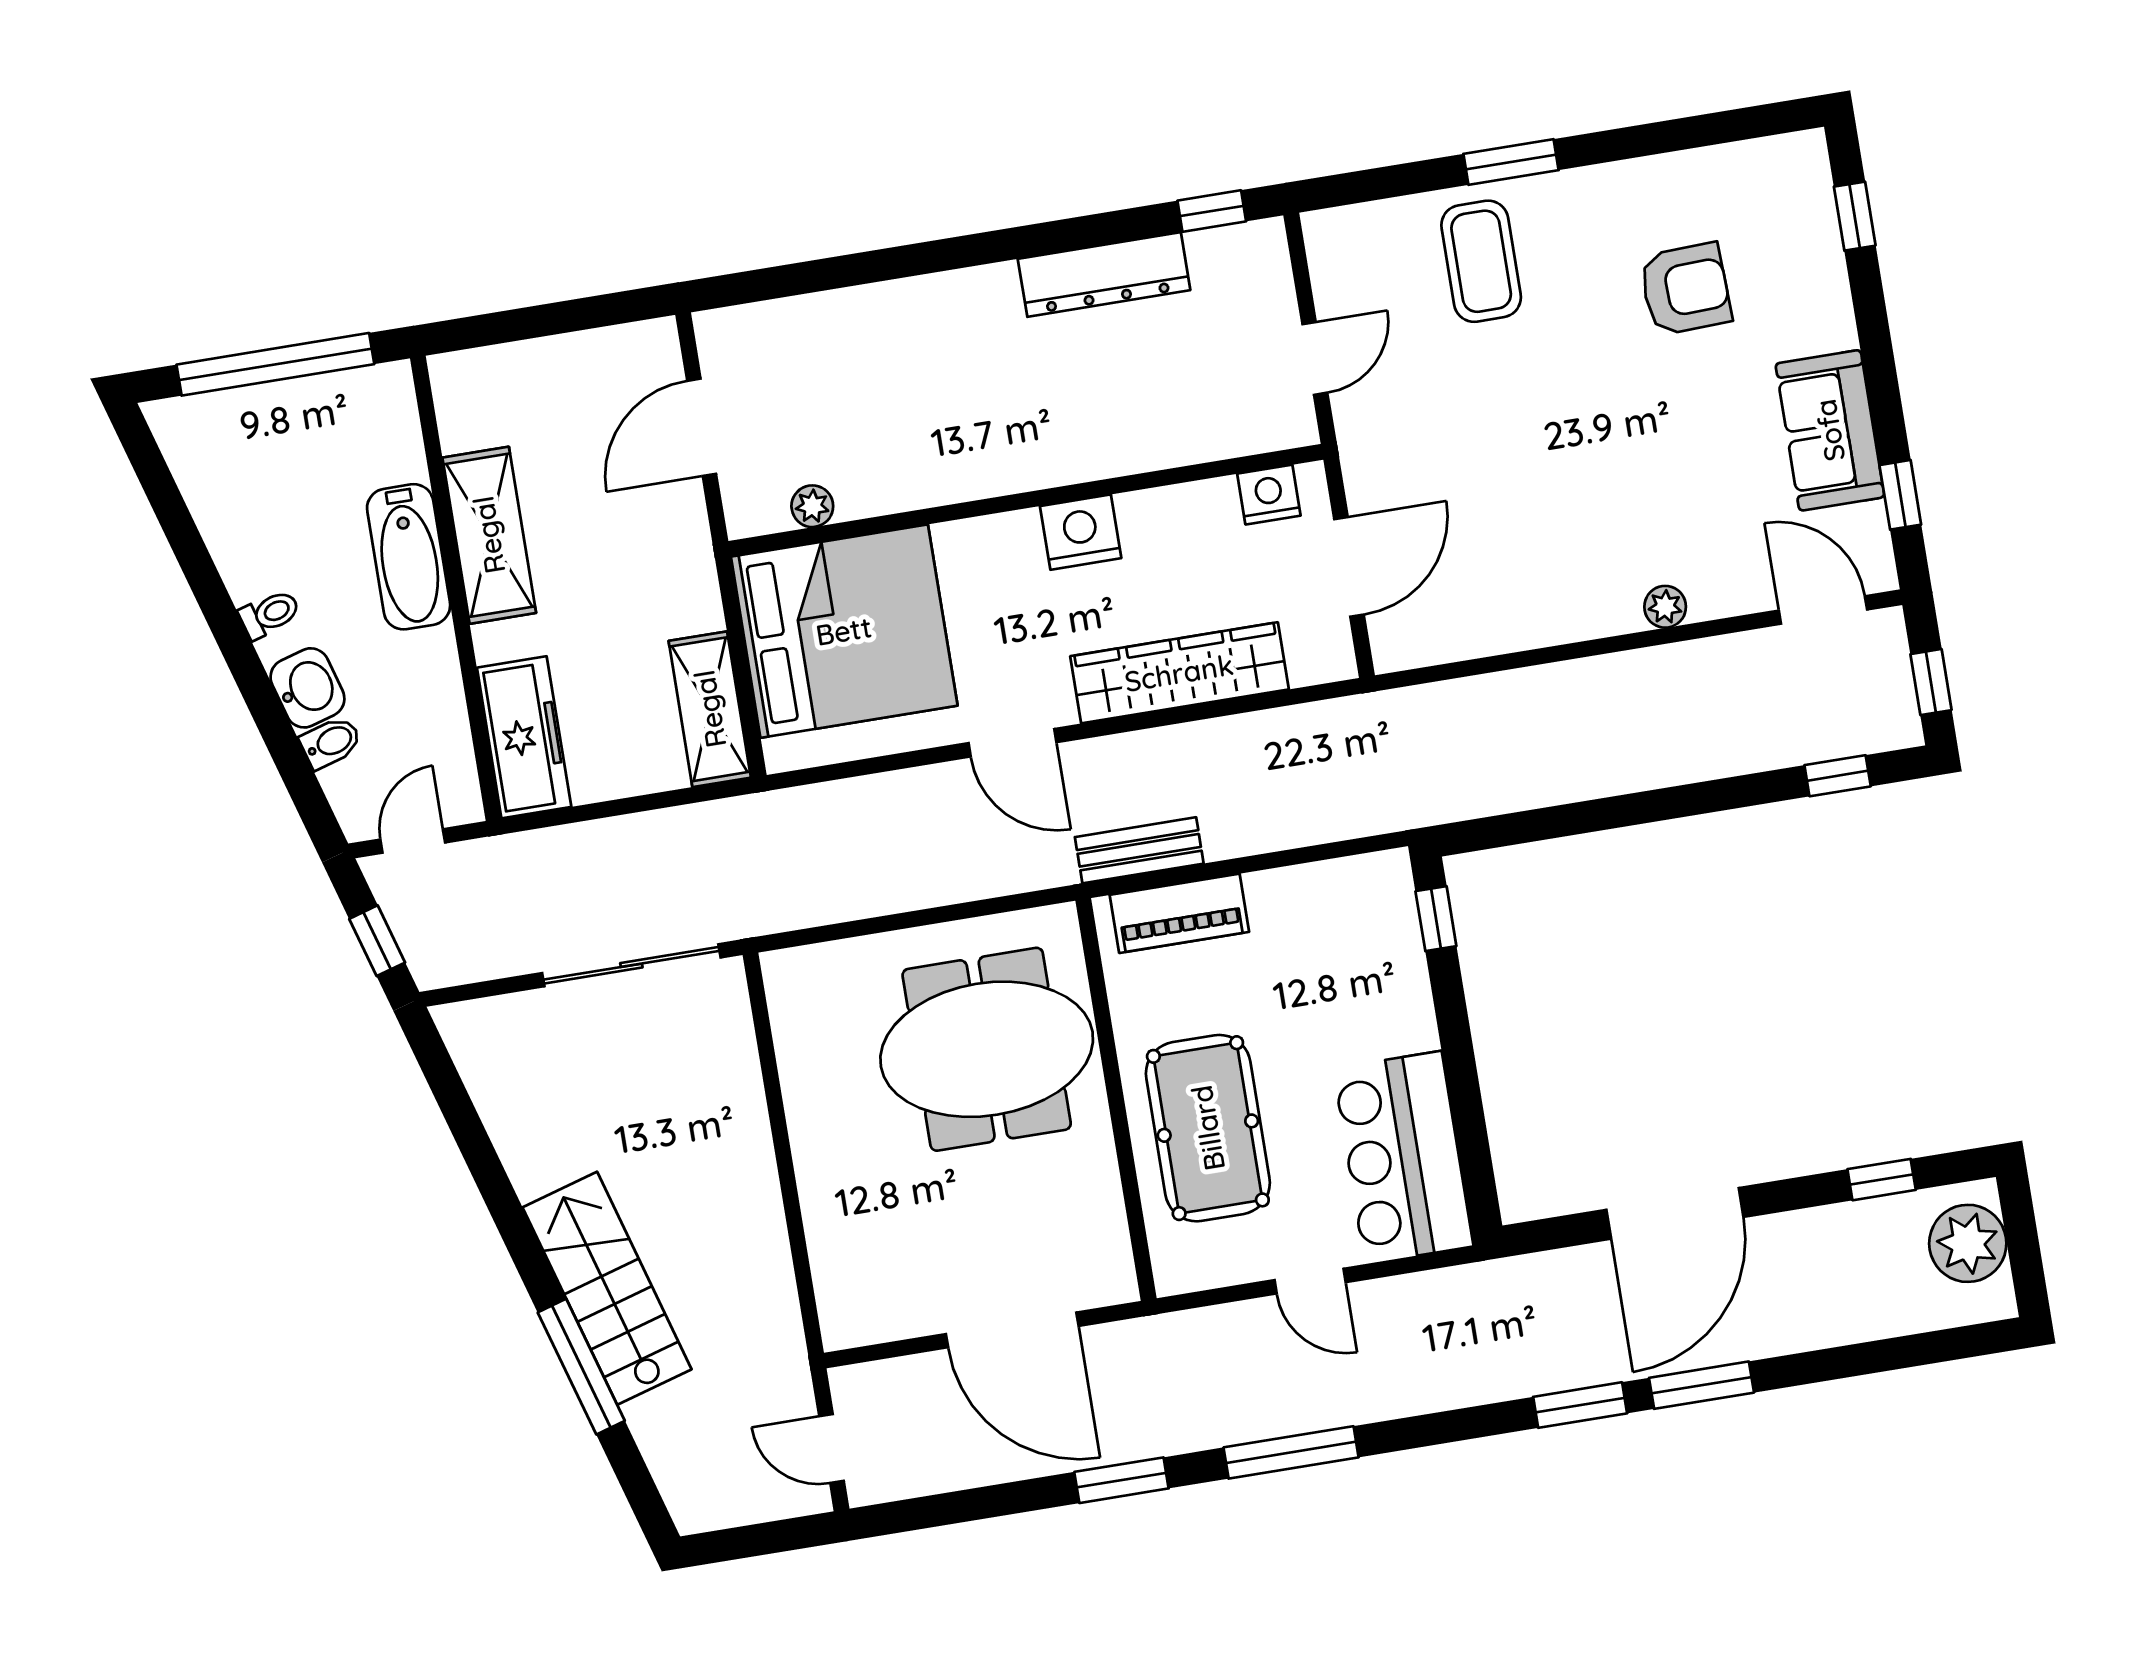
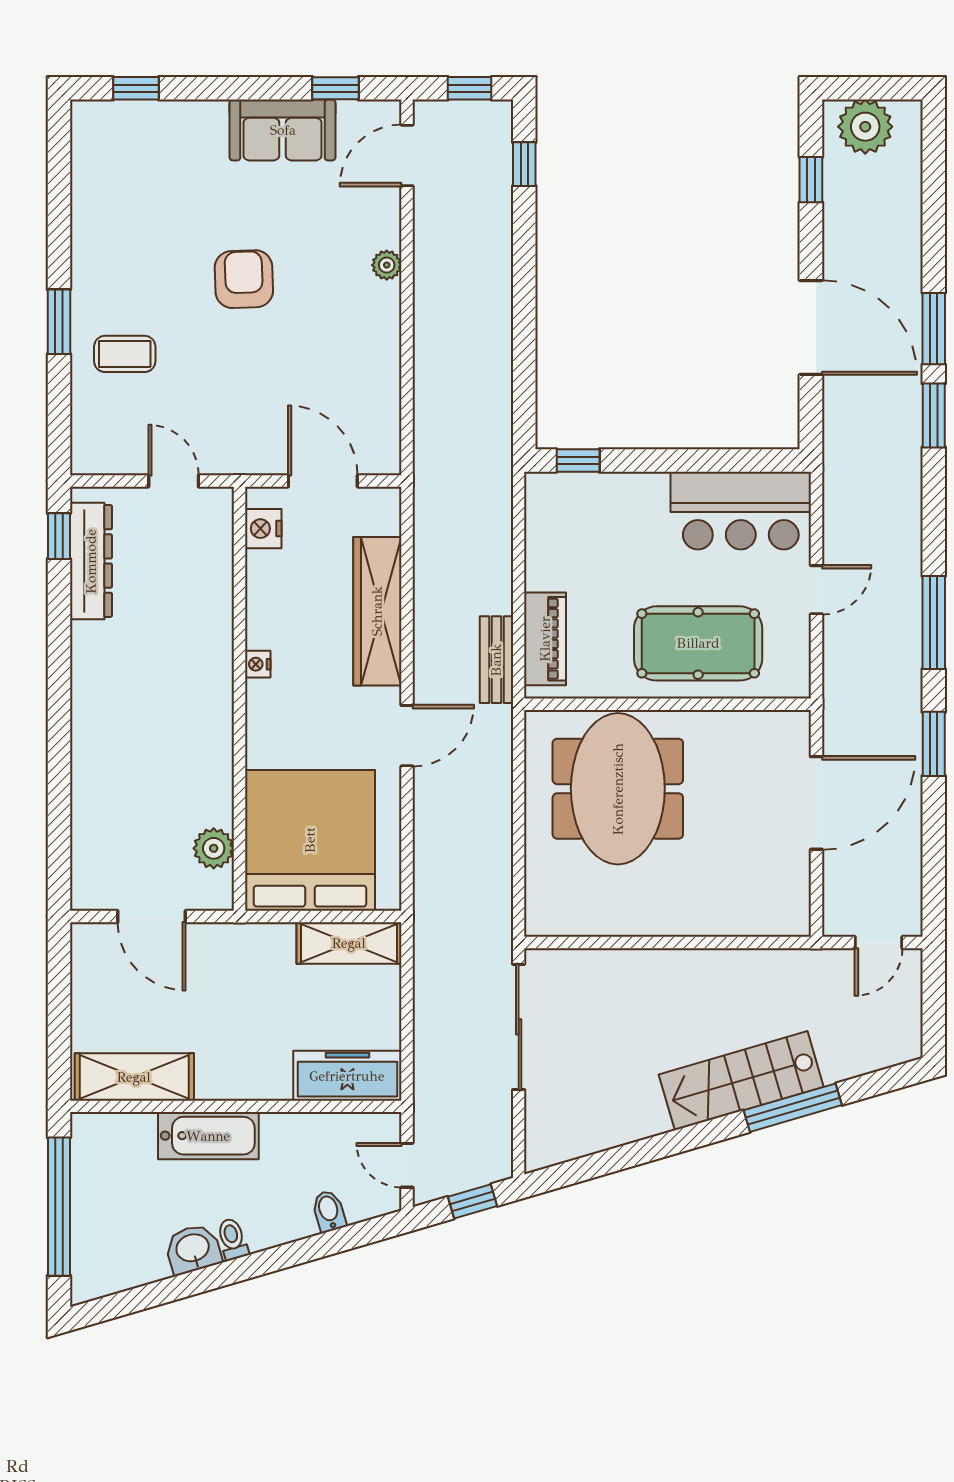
coffee table: (1481, 261) -> (125, 354), width x0.73, depth x0.77
dresser: (1104, 275) -> (91, 561), moved
armchair: (1685, 289) -> (244, 279), moved
plant: (812, 506) -> (214, 848), width x1.38, depth x1.38
nightstand: (1081, 532) -> (258, 664), width x0.53, depth x0.56
shelving: (489, 535) -> (134, 1077), moved
washbasin: (307, 688) -> (193, 1249), moved

